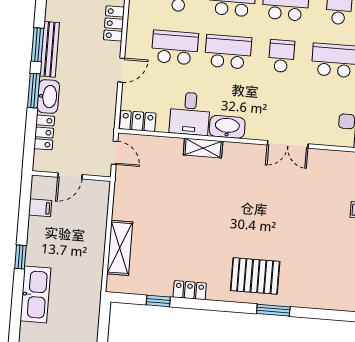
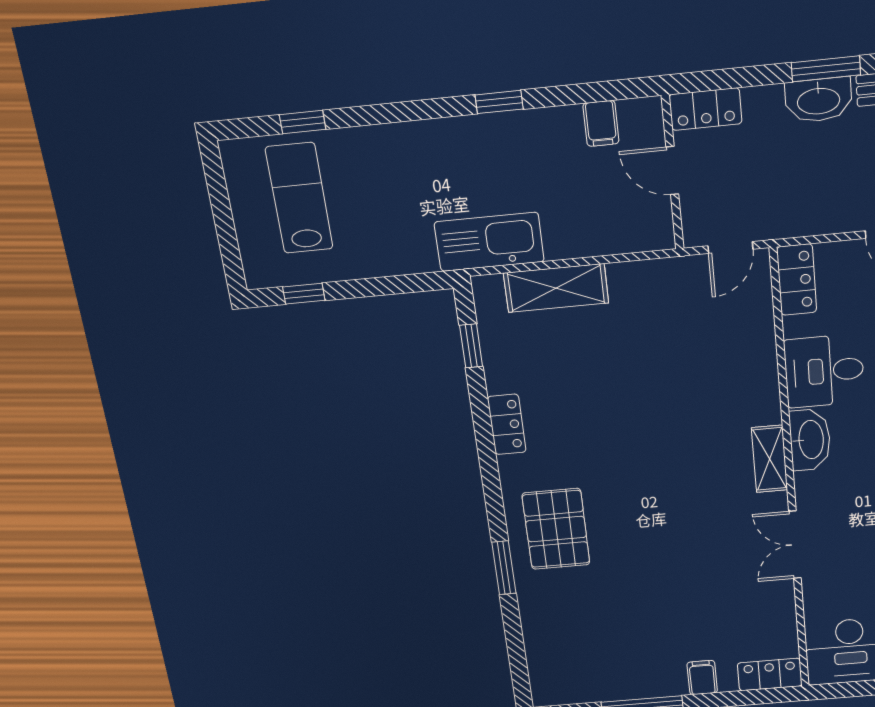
locker: (44, 132) -> (706, 109), moved
shelving: (203, 148) -> (770, 459), moved
kitchen sink: (35, 294) -> (489, 242), moved, turned 180
window: (158, 301) -> (471, 346), moved

